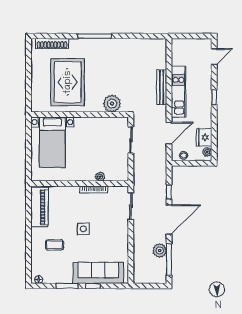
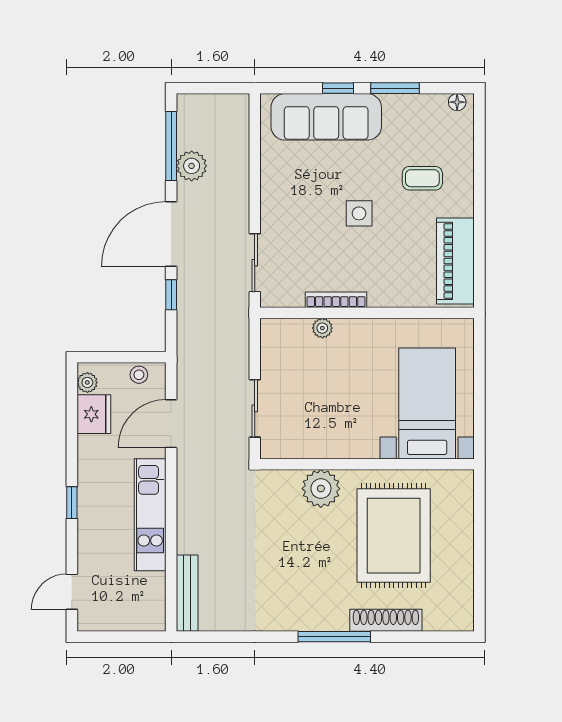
shoe rack: (52, 44) -> (386, 620), moved
bench: (162, 87) -> (187, 593), moved
plant: (112, 104) -> (321, 489), moved

